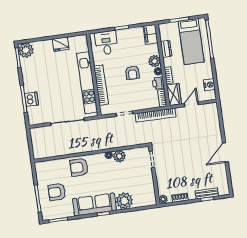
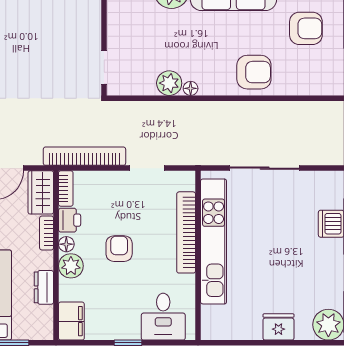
fridge: (61, 44) -> (278, 327), moved

